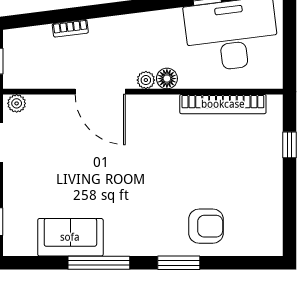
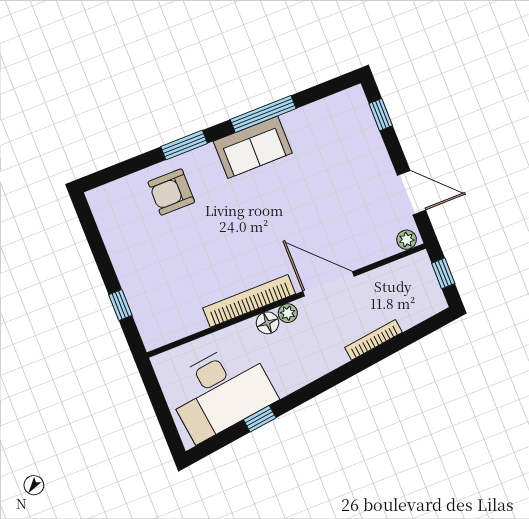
bookcase: (70, 28) -> (373, 340), width x1.56
bookcase: (223, 104) -> (249, 301), moved
sofa: (70, 237) -> (253, 147), moved

